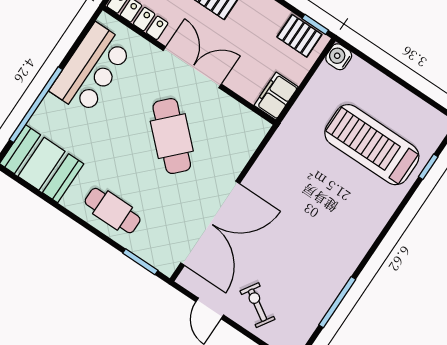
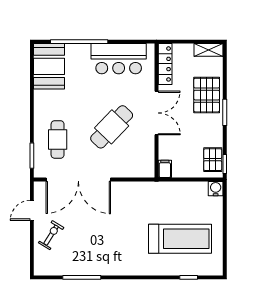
filing cabinet: (276, 96) -> (165, 169), width x0.50
treadmill: (372, 145) -> (180, 239), turned 90
cafe table: (113, 211) -> (58, 139), moved

